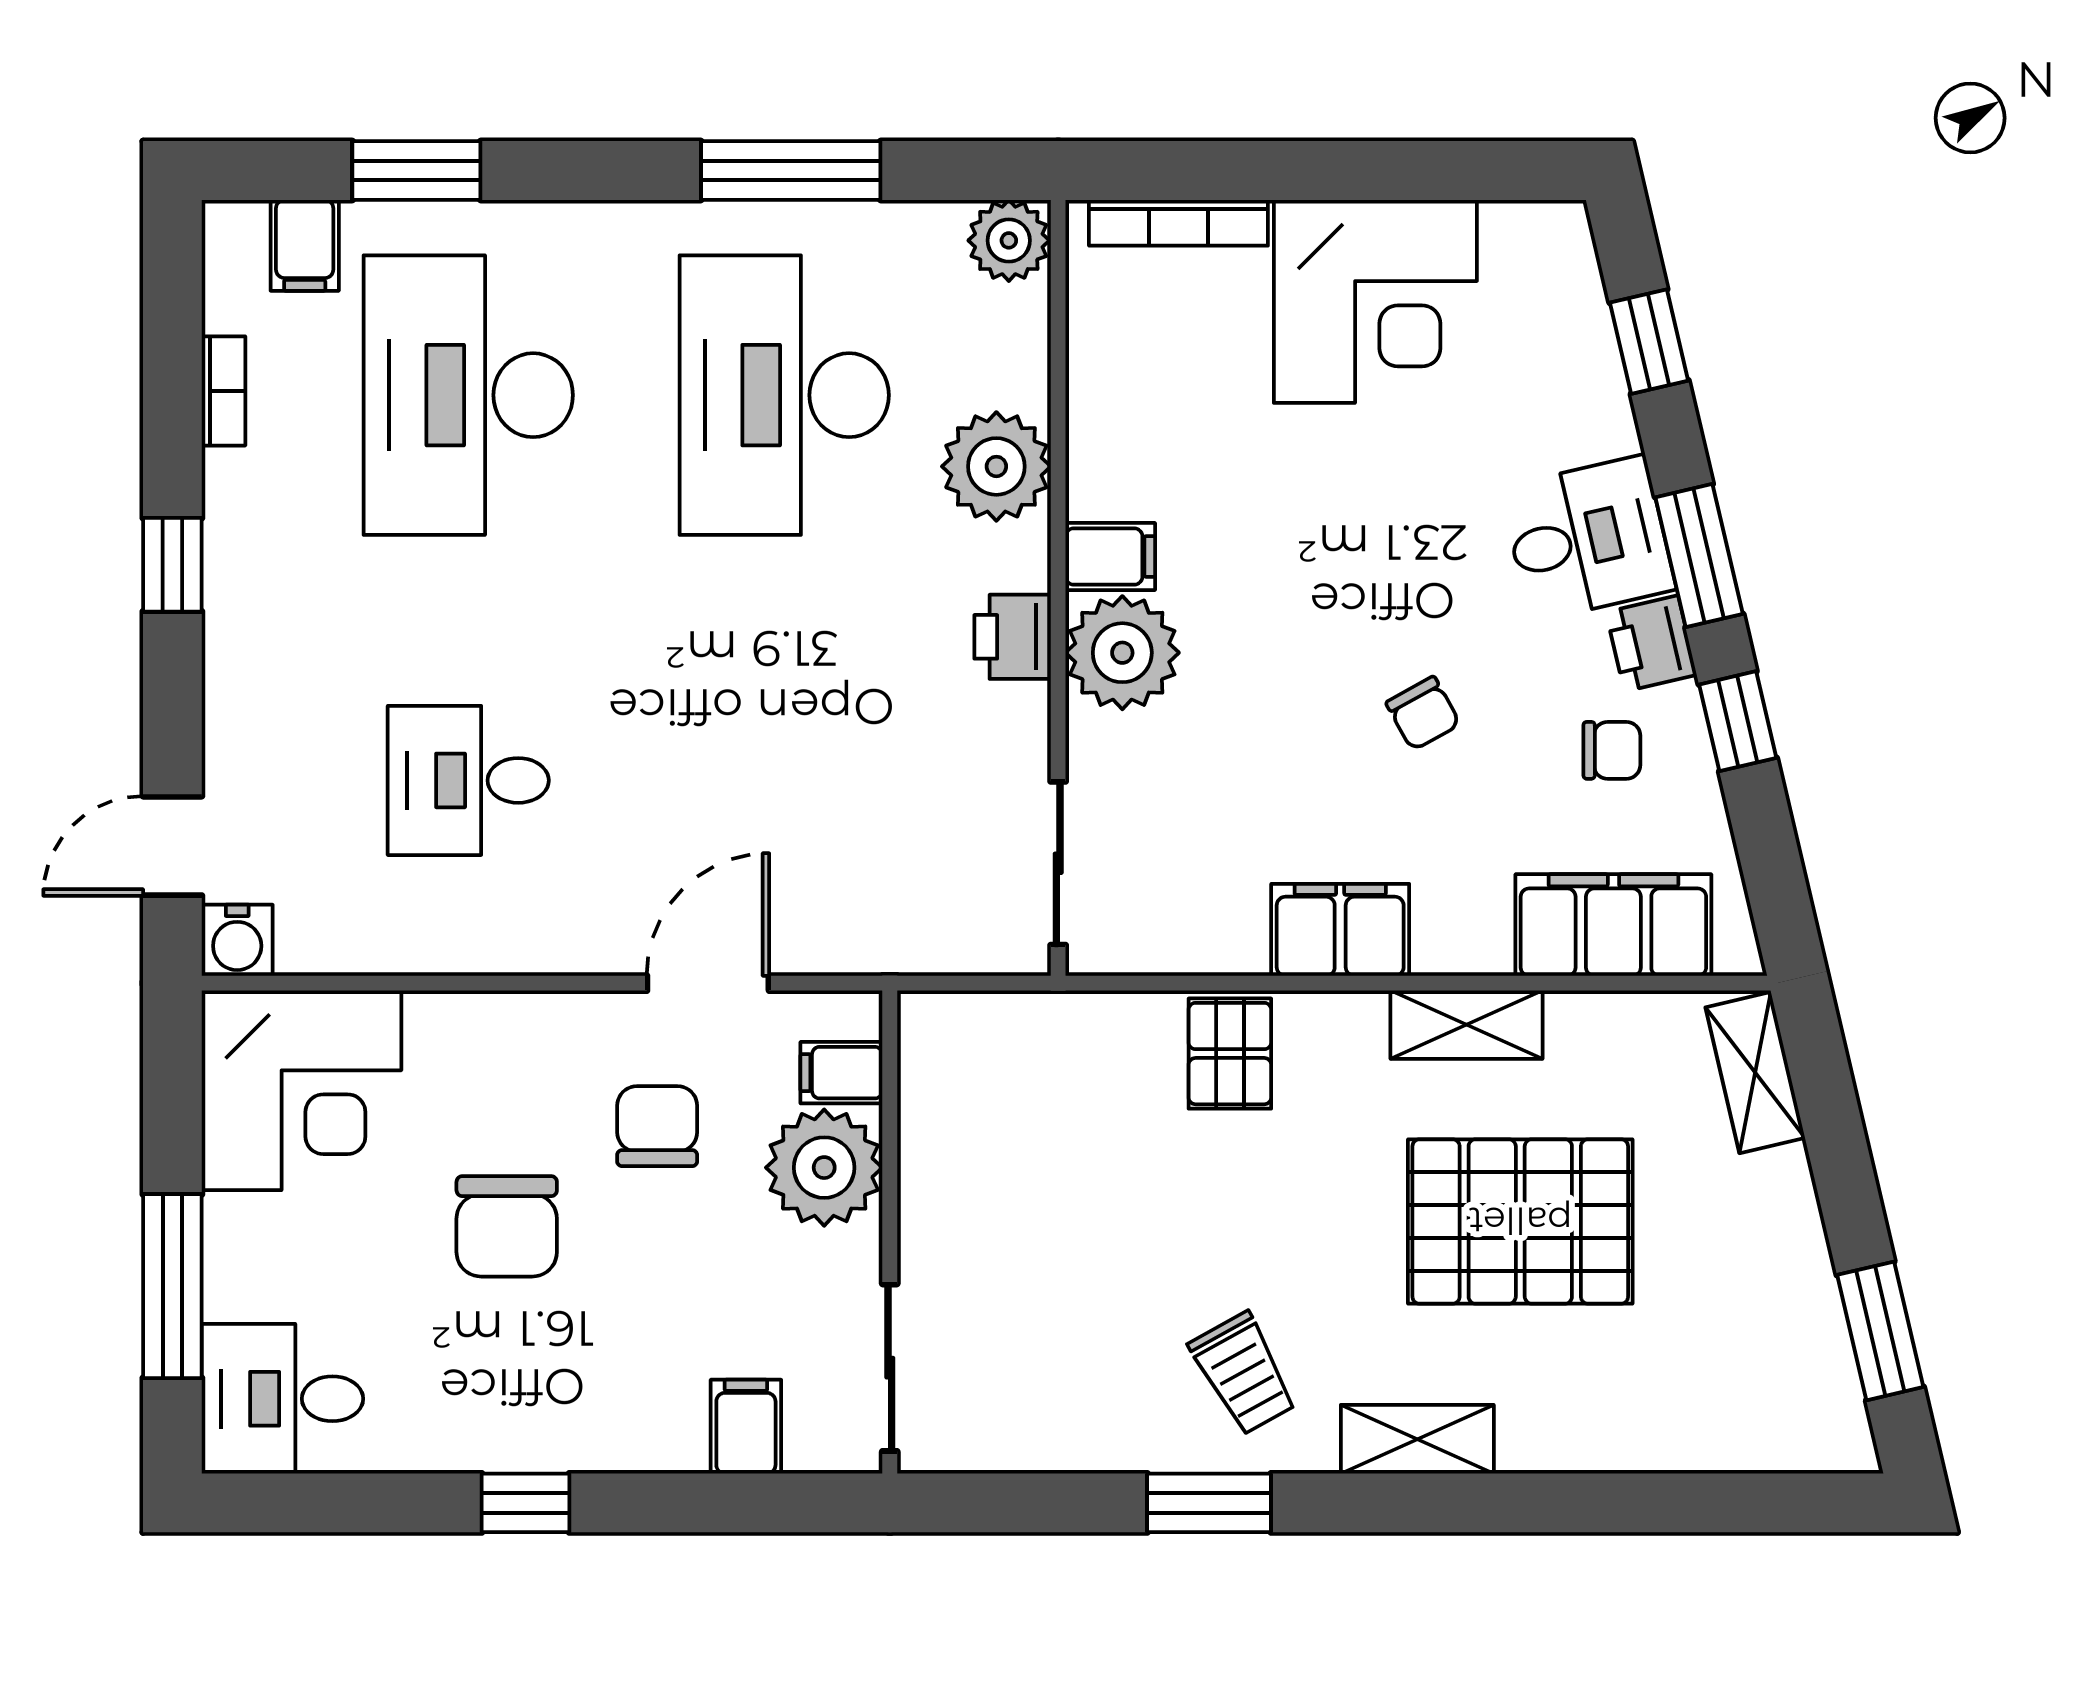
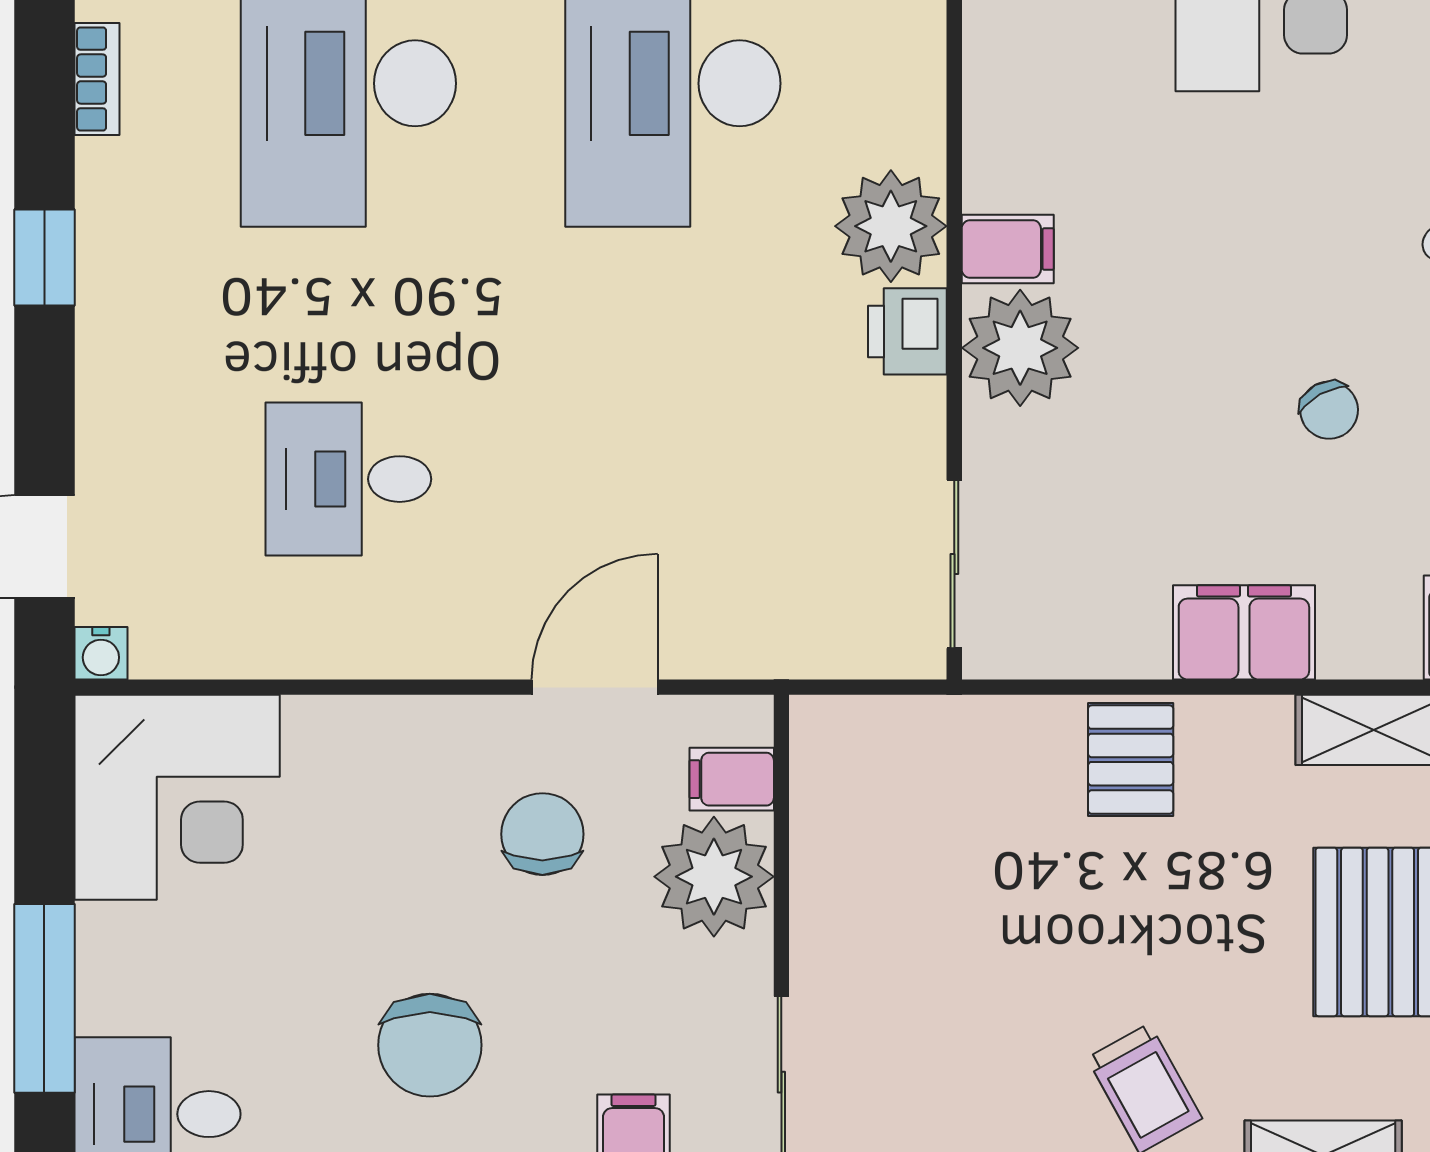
plant: (996, 466) -> (891, 226), moved
water cooler: (237, 940) -> (101, 653), width x0.72, depth x0.72
chair: (507, 1226) -> (430, 1045), moved

